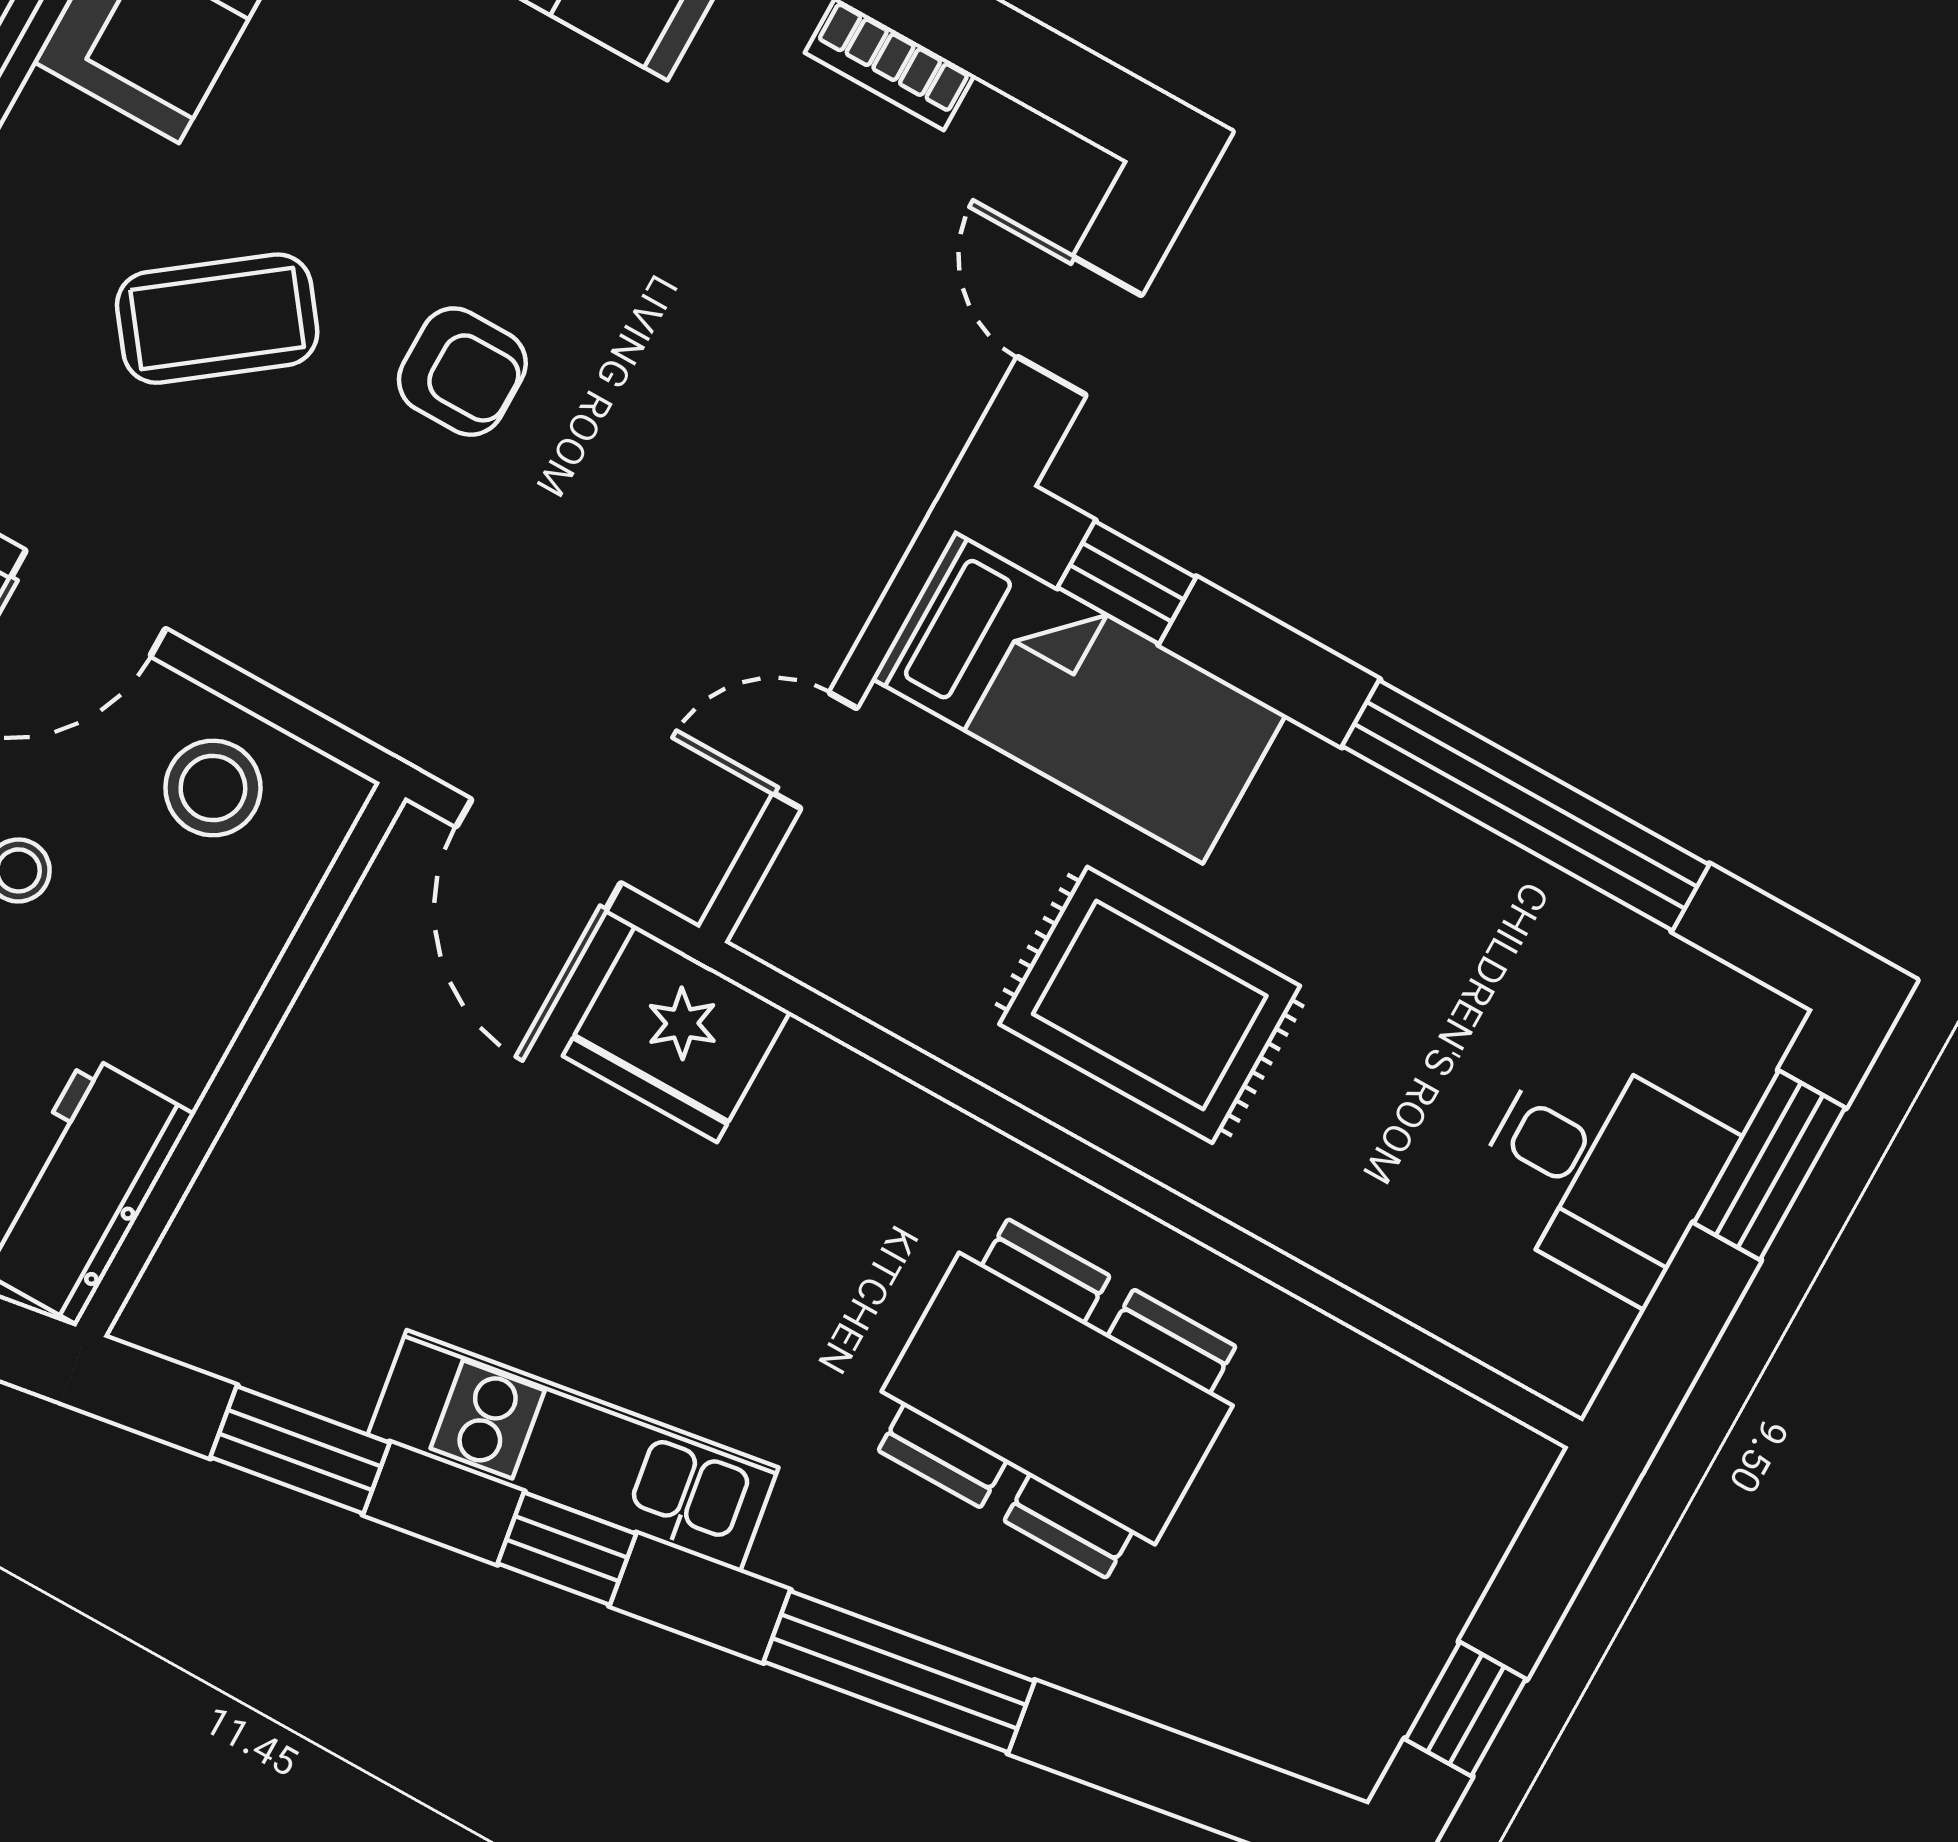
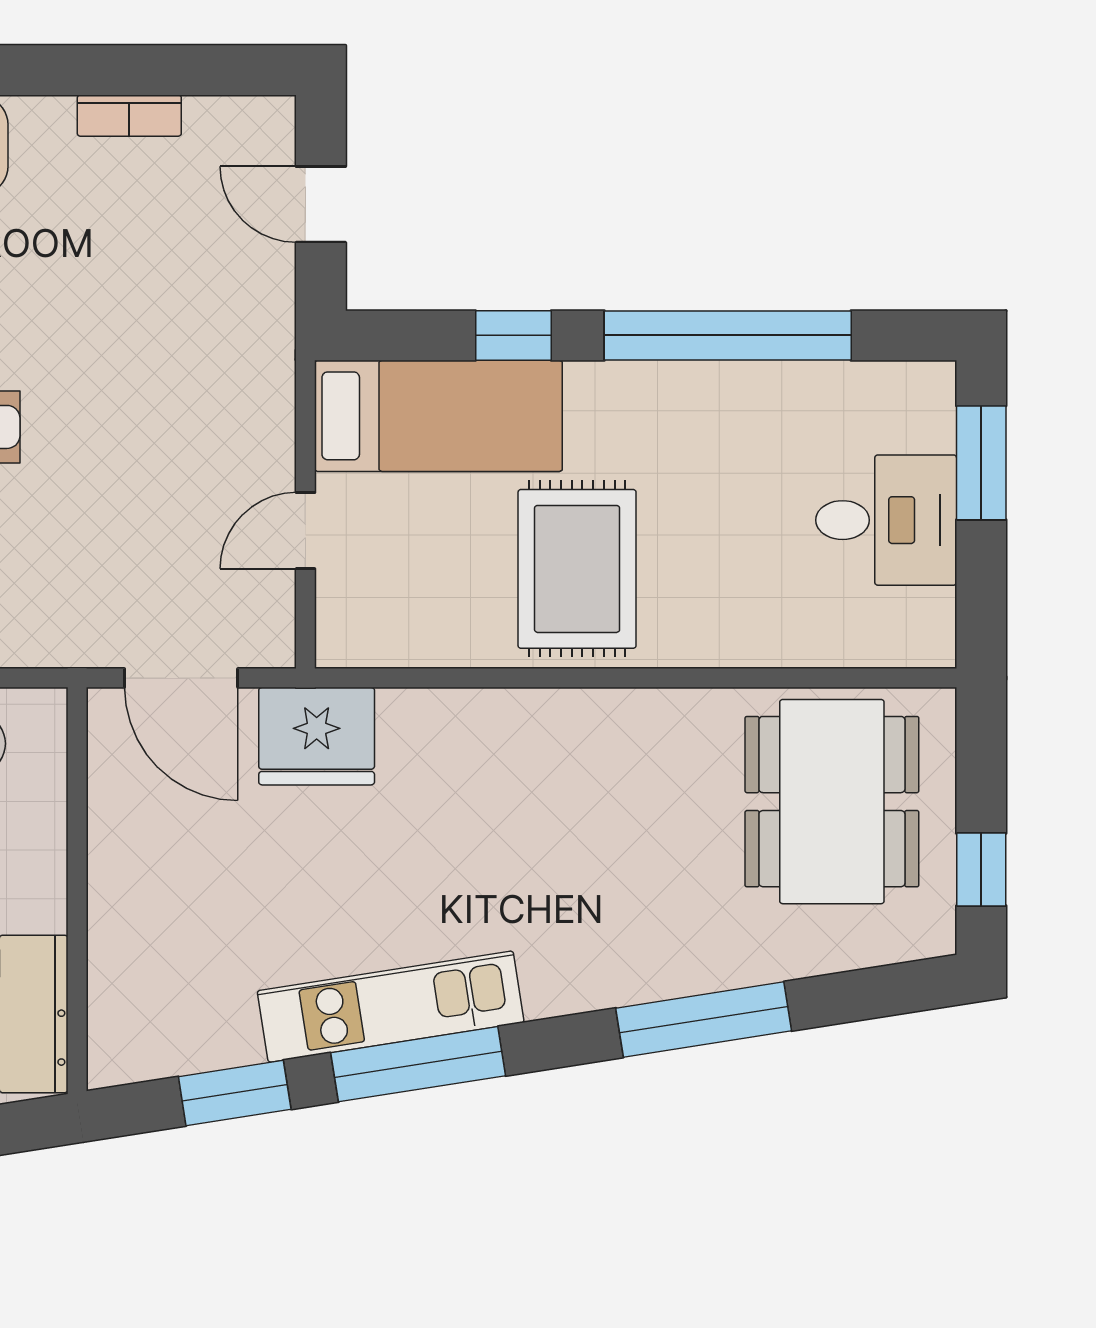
window: (1127, 582) -> (513, 335), moved
rug: (1150, 1005) -> (577, 569), turned 90
dining table: (1057, 1398) -> (832, 802), moved, turned 90
window: (567, 1549) -> (418, 1064), width x2.17
window: (899, 1672) -> (704, 1019), moved

